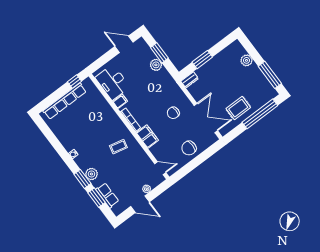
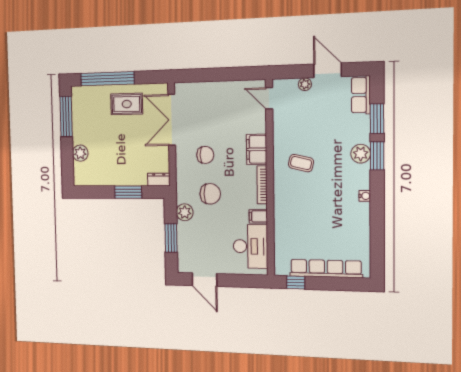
plant: (156, 65) -> (185, 212), moved
chair: (189, 148) -> (210, 194), moved
row of seats: (107, 195) -> (361, 95), moved

